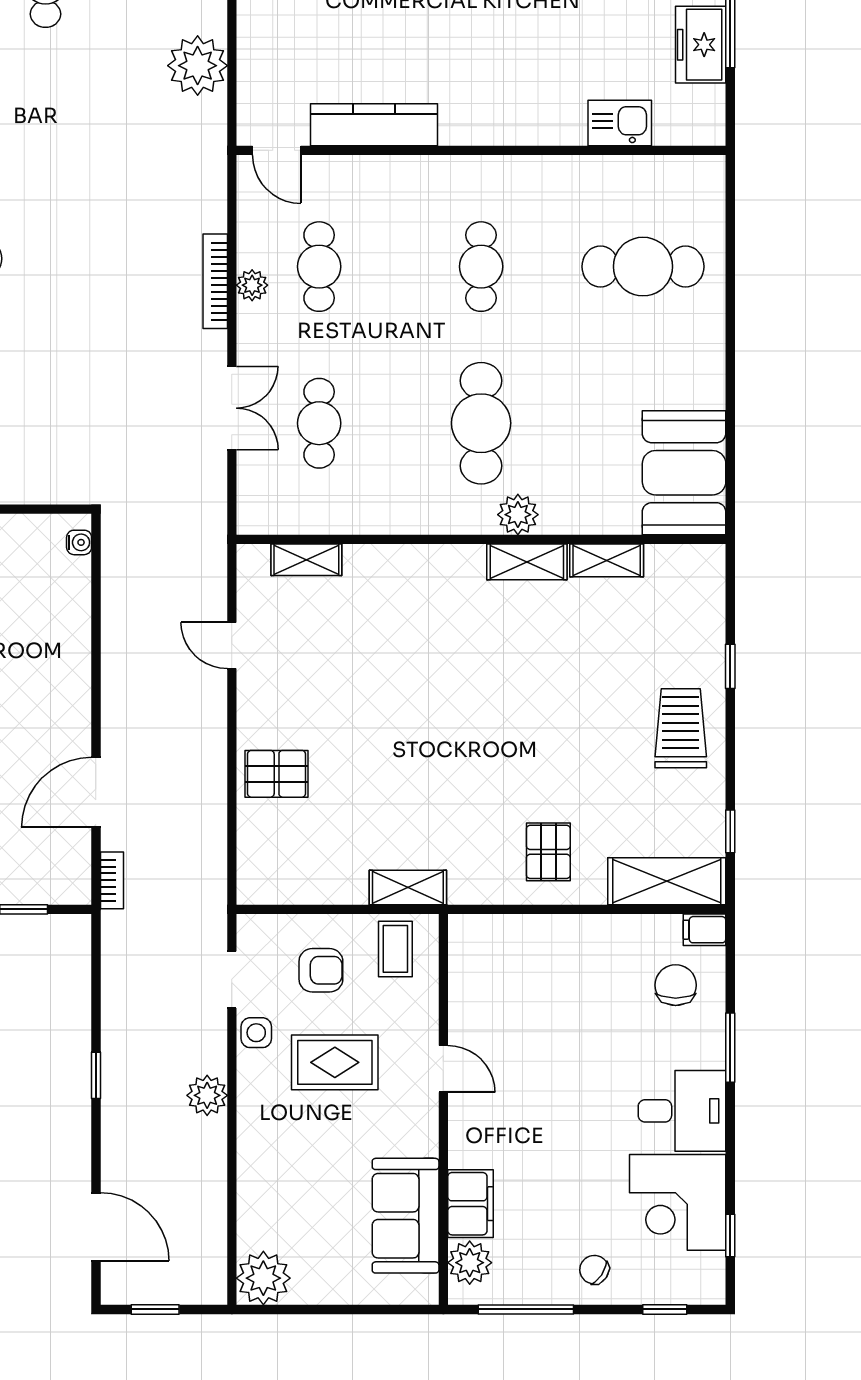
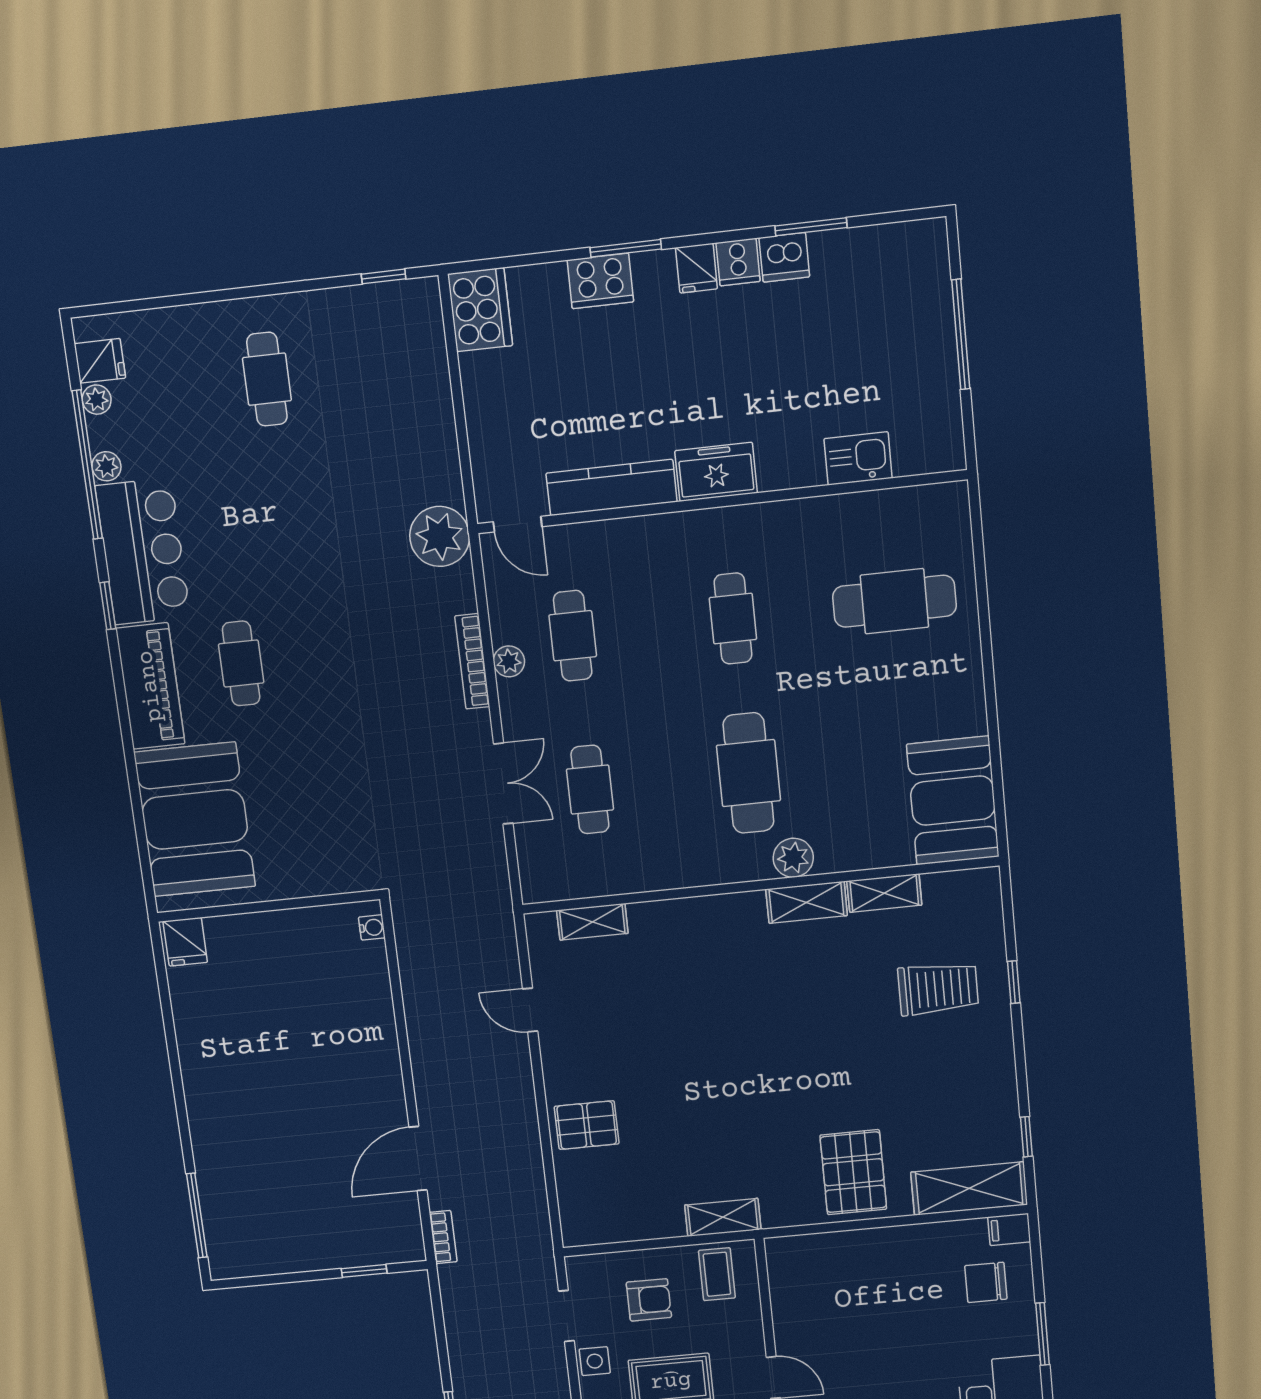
freezer: (701, 45) -> (716, 472), moved, turned 90
plant: (198, 66) -> (440, 536), moved
trolley: (681, 728) -> (938, 989), moved, turned 90
pallet: (548, 852) -> (853, 1172), width x1.50, depth x1.42
chair: (676, 985) -> (986, 1282), turned -90

